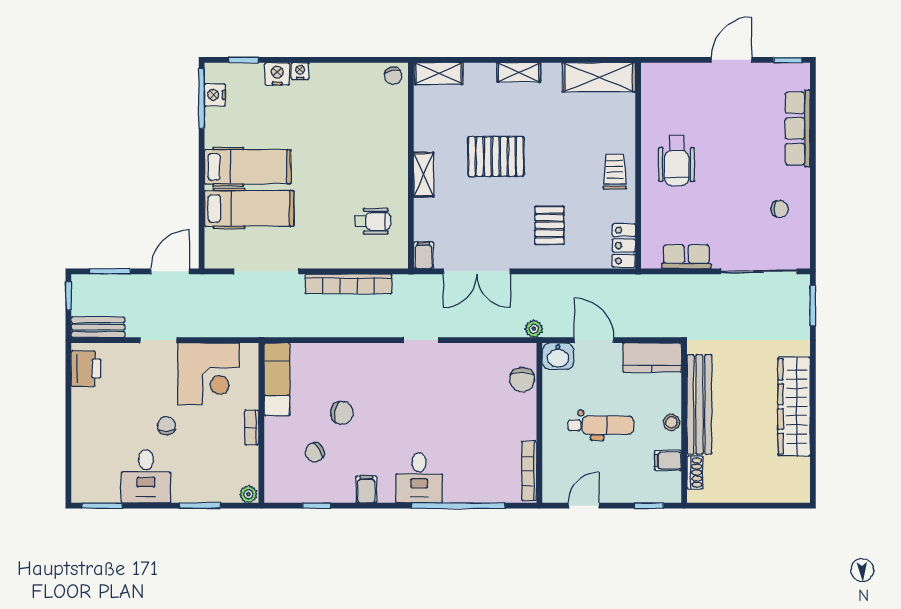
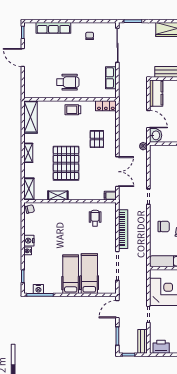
nightstand: (277, 74) -> (29, 241), moved
pallet: (496, 156) -> (66, 163), width x1.37, depth x1.41
shelving: (424, 175) -> (58, 195), moved
pallet: (550, 225) -> (97, 139), turned 90
door: (170, 271) -> (117, 309), hinge flipped
door: (594, 340) -> (148, 119), swing flipped
chair: (522, 380) -> (164, 227), moved

